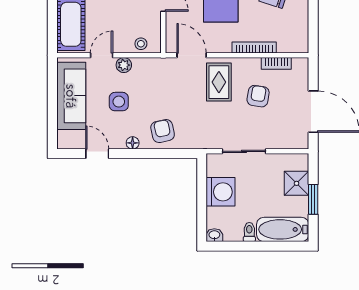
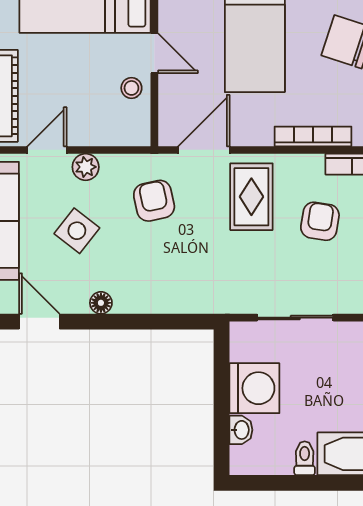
stool: (141, 44) -> (131, 88), moved
door: (192, 55) -> (204, 150), hinge flipped
side table: (119, 102) -> (77, 231), turned 38
armchair: (163, 131) -> (154, 201), moved
washbasin: (214, 235) -> (241, 430), moved, turned 90

